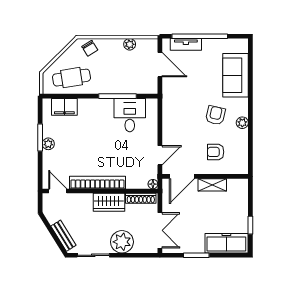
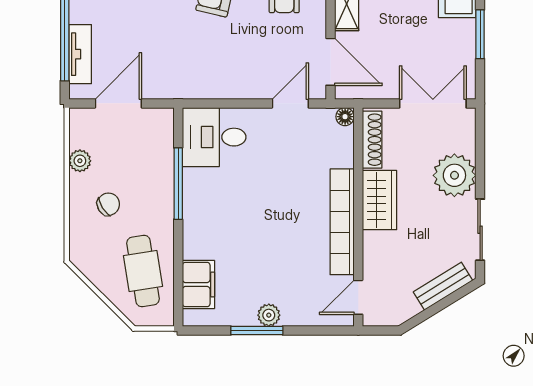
chair: (90, 48) -> (108, 204), moved
desk: (130, 115) -> (214, 137), moved
door: (160, 155) -> (290, 103), hinge flipped

